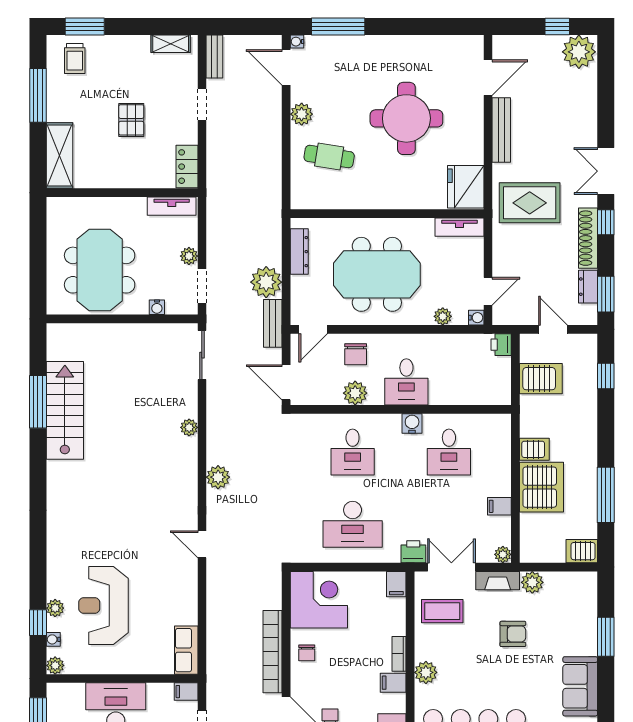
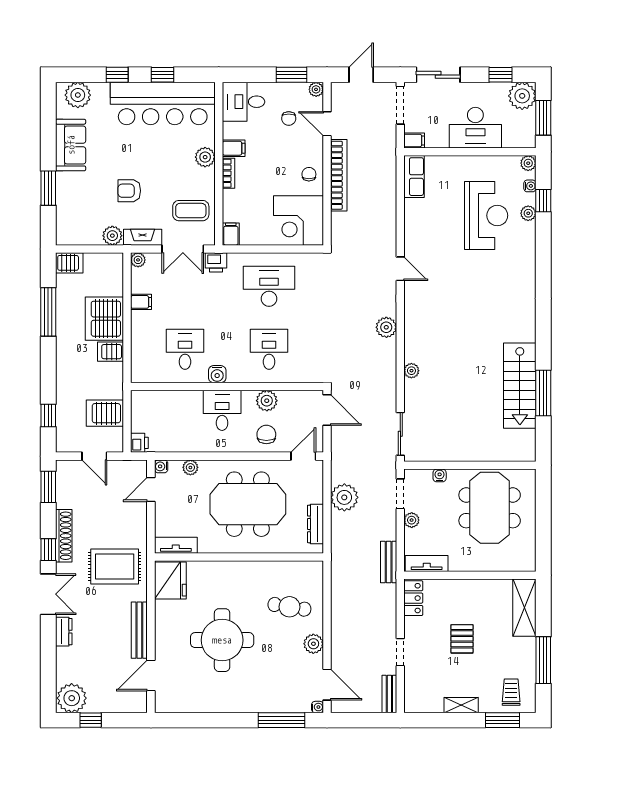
shelving: (171, 44) -> (461, 705), moved
dresser: (588, 287) -> (64, 632), moved
bench: (273, 323) -> (389, 562), moved

